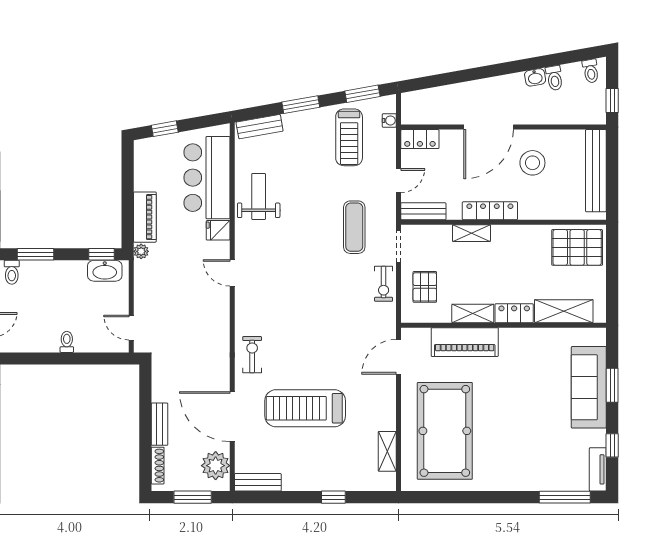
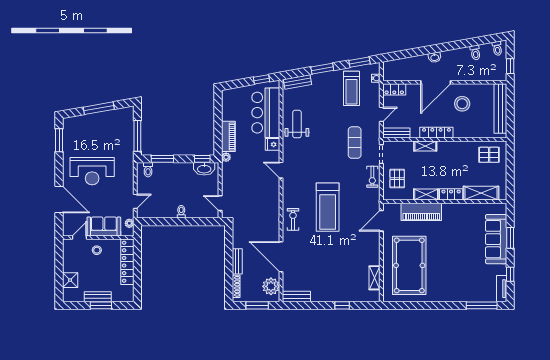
washbasin: (535, 77) -> (435, 57), moved
window: (165, 129) -> (262, 79), moved
pallet: (577, 247) -> (489, 155), width x0.67, depth x0.71
treadmill: (305, 408) -> (328, 207), moved, turned -90

